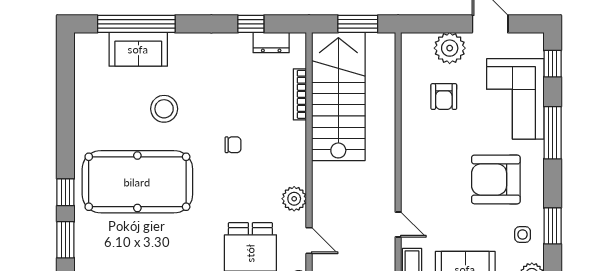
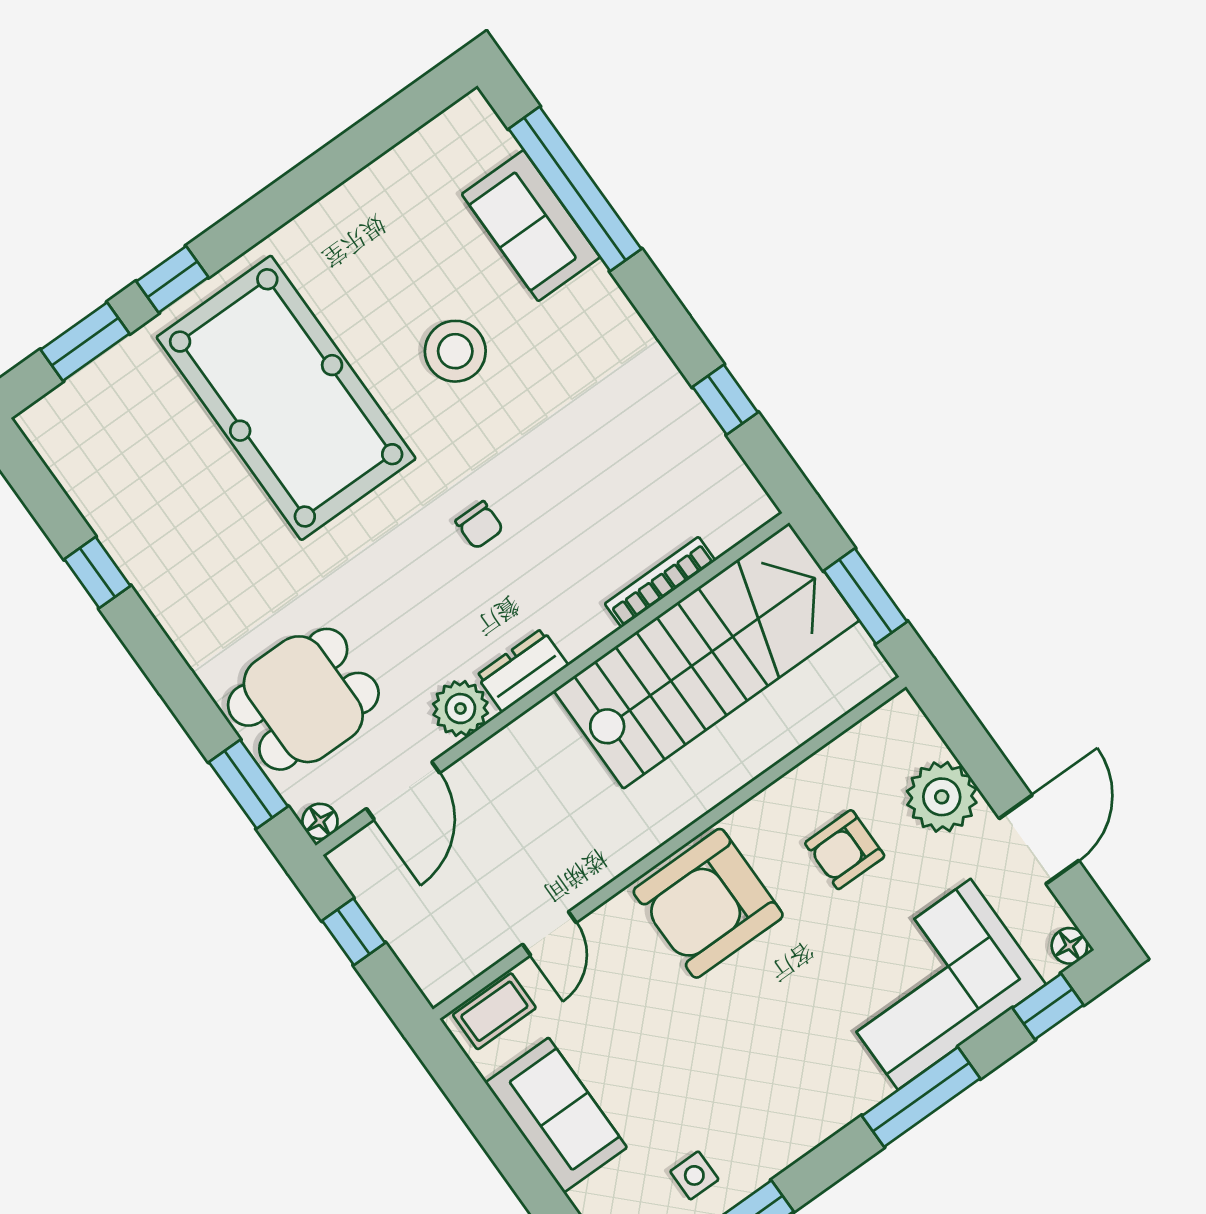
floor lamp: (536, 40) -> (1069, 946), added
dresser: (271, 43) -> (522, 670), moved, turned 90
armchair: (496, 179) -> (708, 903), moved, turned -90
door: (309, 241) -> (403, 791), width x1.38

